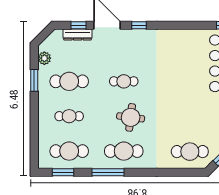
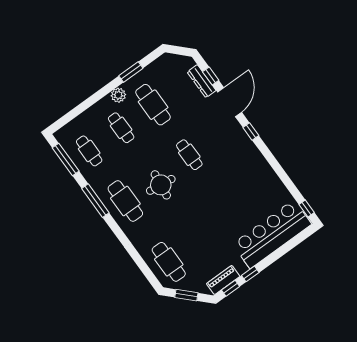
plant: (44, 58) -> (118, 95), moved
cafe table: (69, 151) -> (89, 151), width x0.73, depth x0.74
window: (63, 172) -> (66, 159), width x1.44

